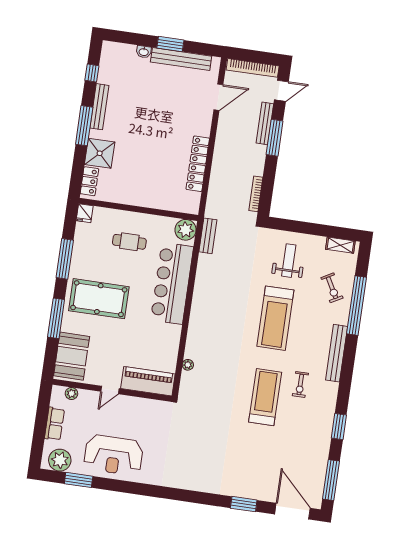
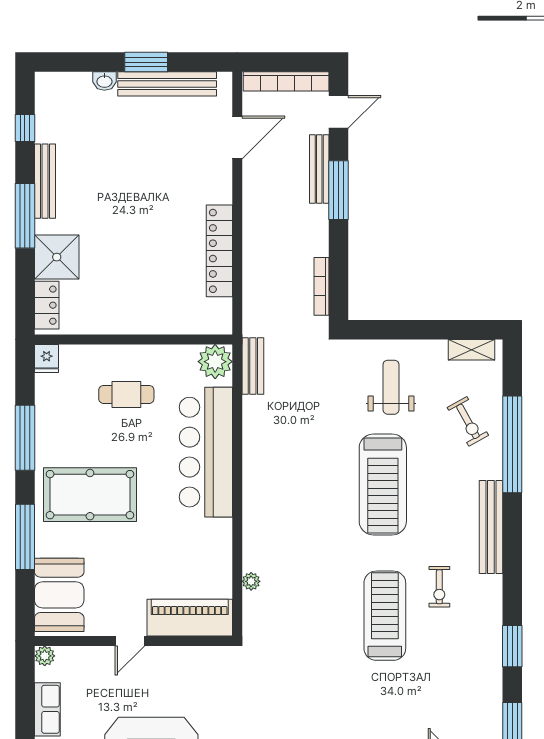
plant: (71, 393) -> (45, 656), moved

